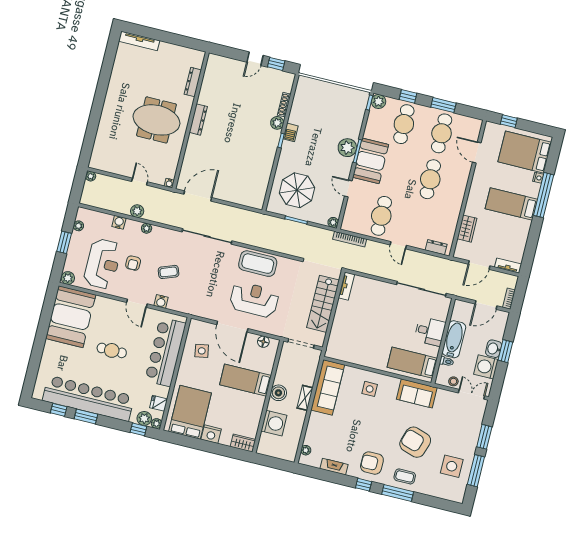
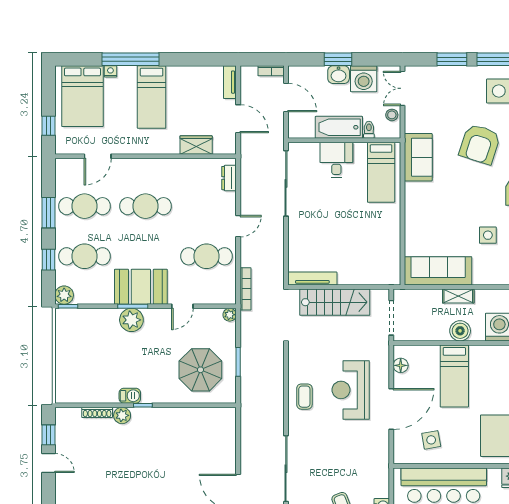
coffee table: (258, 264) -> (304, 397), width x0.54, depth x0.58
tv unit: (346, 286) -> (312, 279), width x1.41
side table: (370, 389) -> (488, 235), moved

